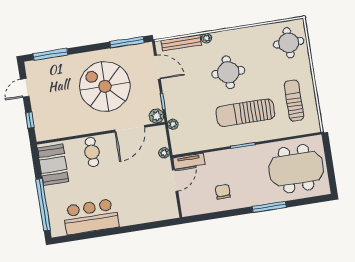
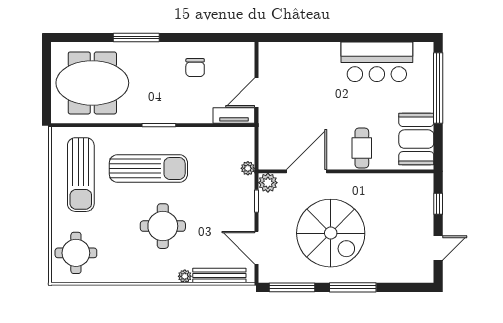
window: (51, 54) -> (353, 287), moved
sun lounger: (294, 101) -> (81, 175), width x1.36, depth x1.34
plant: (164, 153) -> (265, 132), removed

